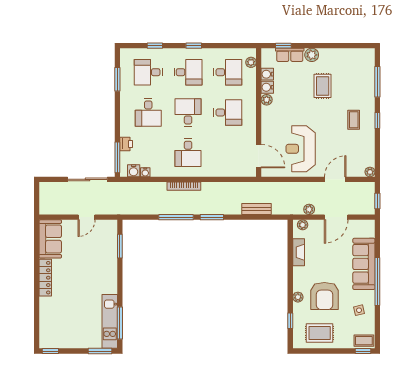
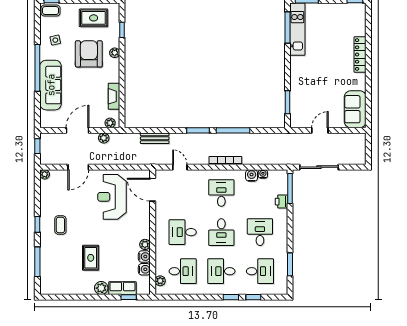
window: (194, 46) -> (231, 297), moved
desk: (228, 72) -> (183, 271), turned 180
reception desk: (301, 149) -> (112, 197), turned 180
water cooler: (134, 171) -> (252, 175), moved
door: (231, 179) -> (180, 167), added
locker: (45, 278) -> (360, 55), moved

